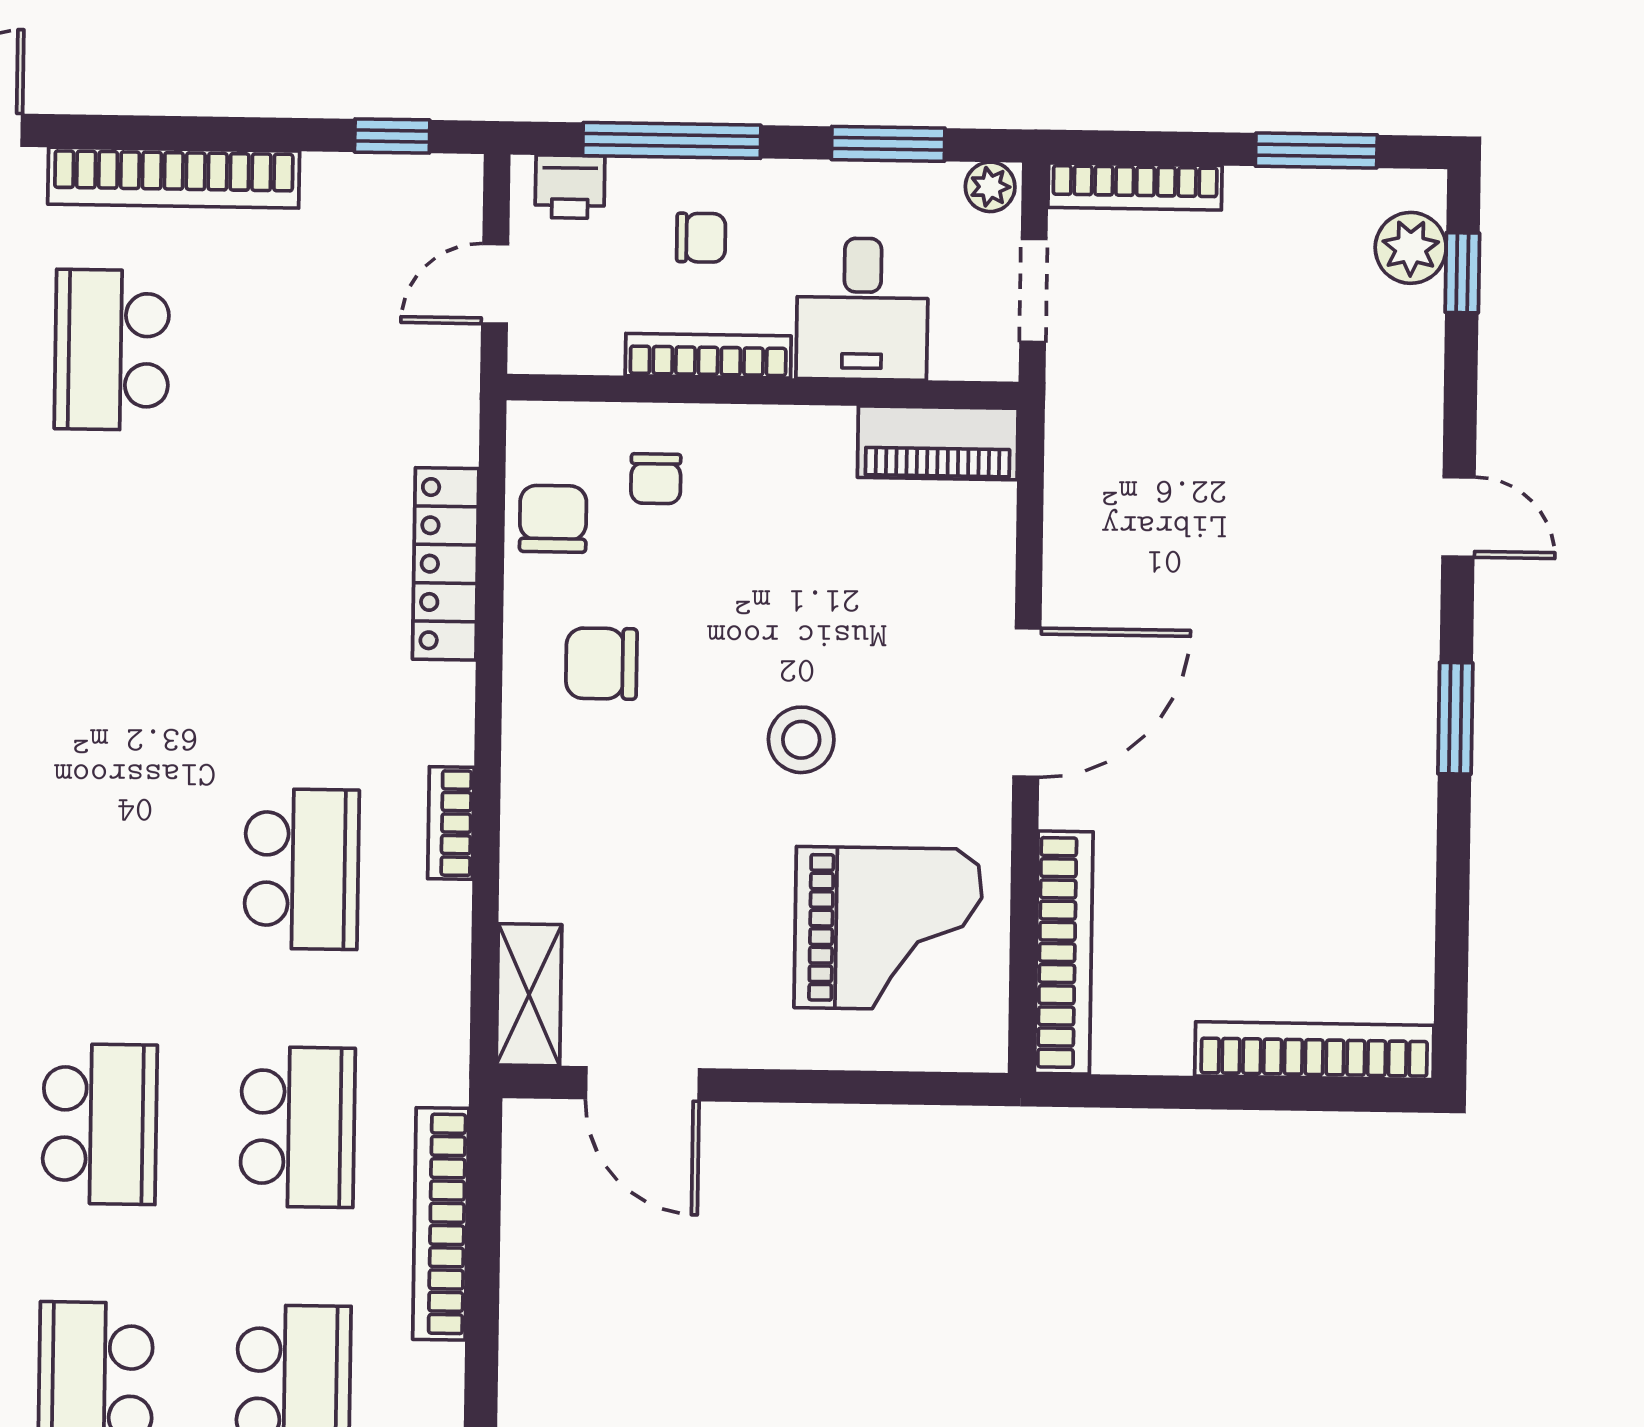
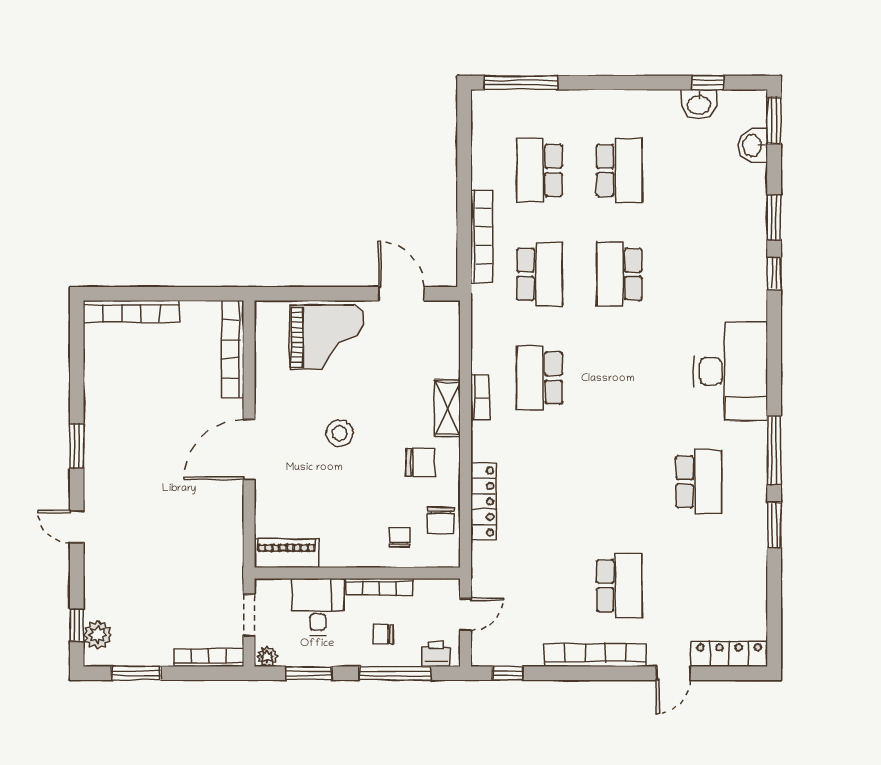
grand piano: (888, 928) -> (327, 337), moved, turned 180
shelving: (529, 995) -> (447, 408), moved
school desk: (298, 1127) -> (540, 274), turned 180

